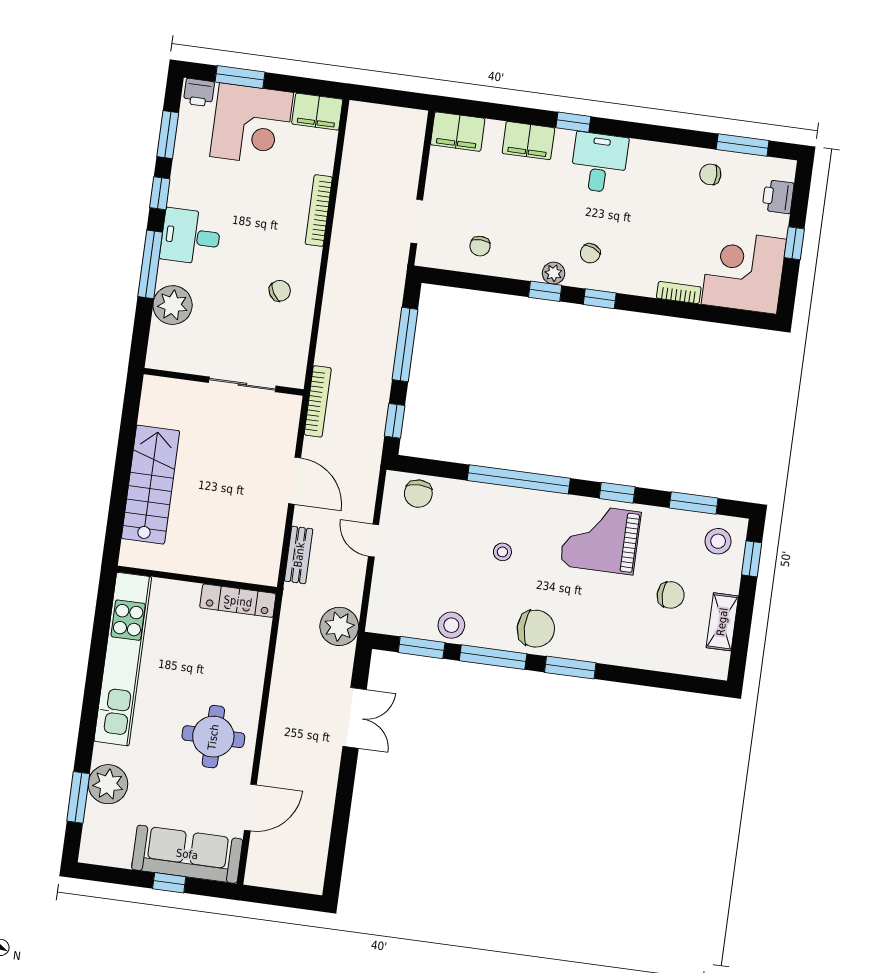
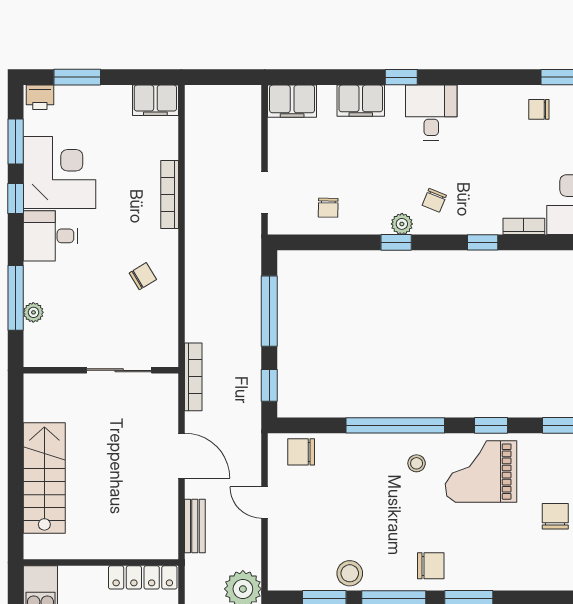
corner desk: (252, 124) -> (59, 173), moved, turned -90
window: (150, 264) -> (16, 298), moved
window: (600, 299) -> (483, 242), moved
plant: (173, 305) -> (33, 312), width x0.53, depth x0.53
chair: (418, 494) -> (301, 452), turned 90
stool: (502, 552) -> (417, 463), moved
chair: (671, 595) -> (555, 516), turned -90
chair: (536, 629) -> (431, 566), width x0.73, depth x0.73

